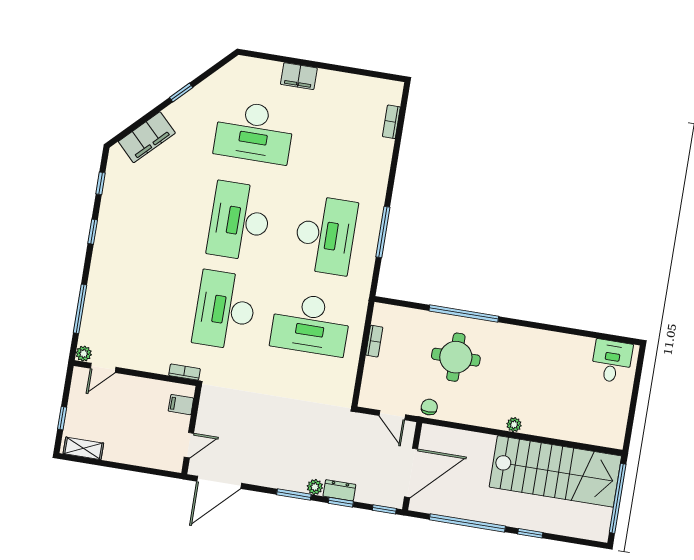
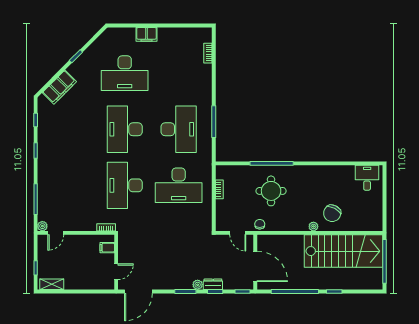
chair: (547, 408) -> (332, 213), added
door: (411, 473) -> (255, 266), hinge flipped

